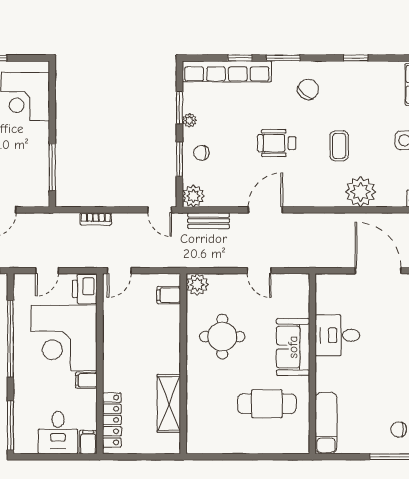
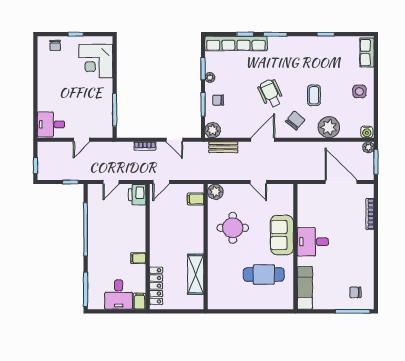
chair: (308, 89) -> (295, 120), moved
wheelchair: (277, 143) -> (271, 93), turned 65
door: (160, 210) -> (174, 140), moved
desk: (337, 335) -> (313, 242), moved
corner desk: (64, 338) -> (123, 229), removed

